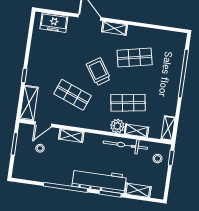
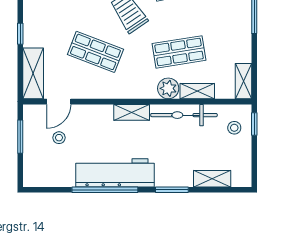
shelving: (71, 136) -> (132, 112), moved
workbench: (99, 181) -> (115, 173), moved

